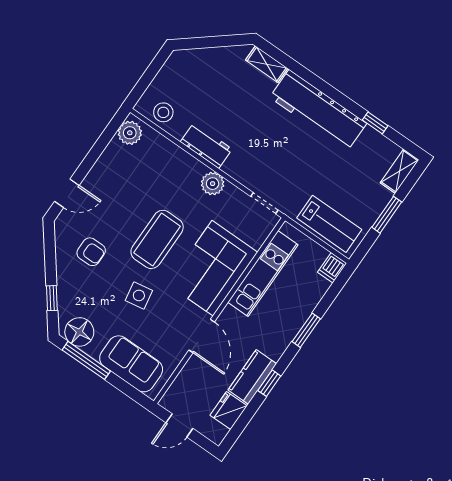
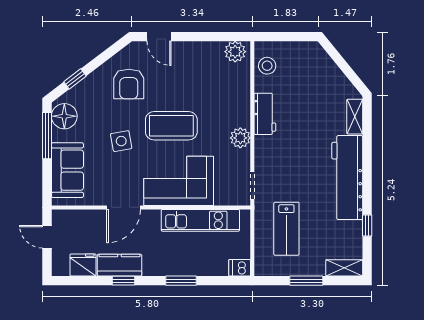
lab bench: (329, 224) -> (286, 229), moved
armchair: (91, 252) -> (129, 84), width x1.38, depth x1.38

